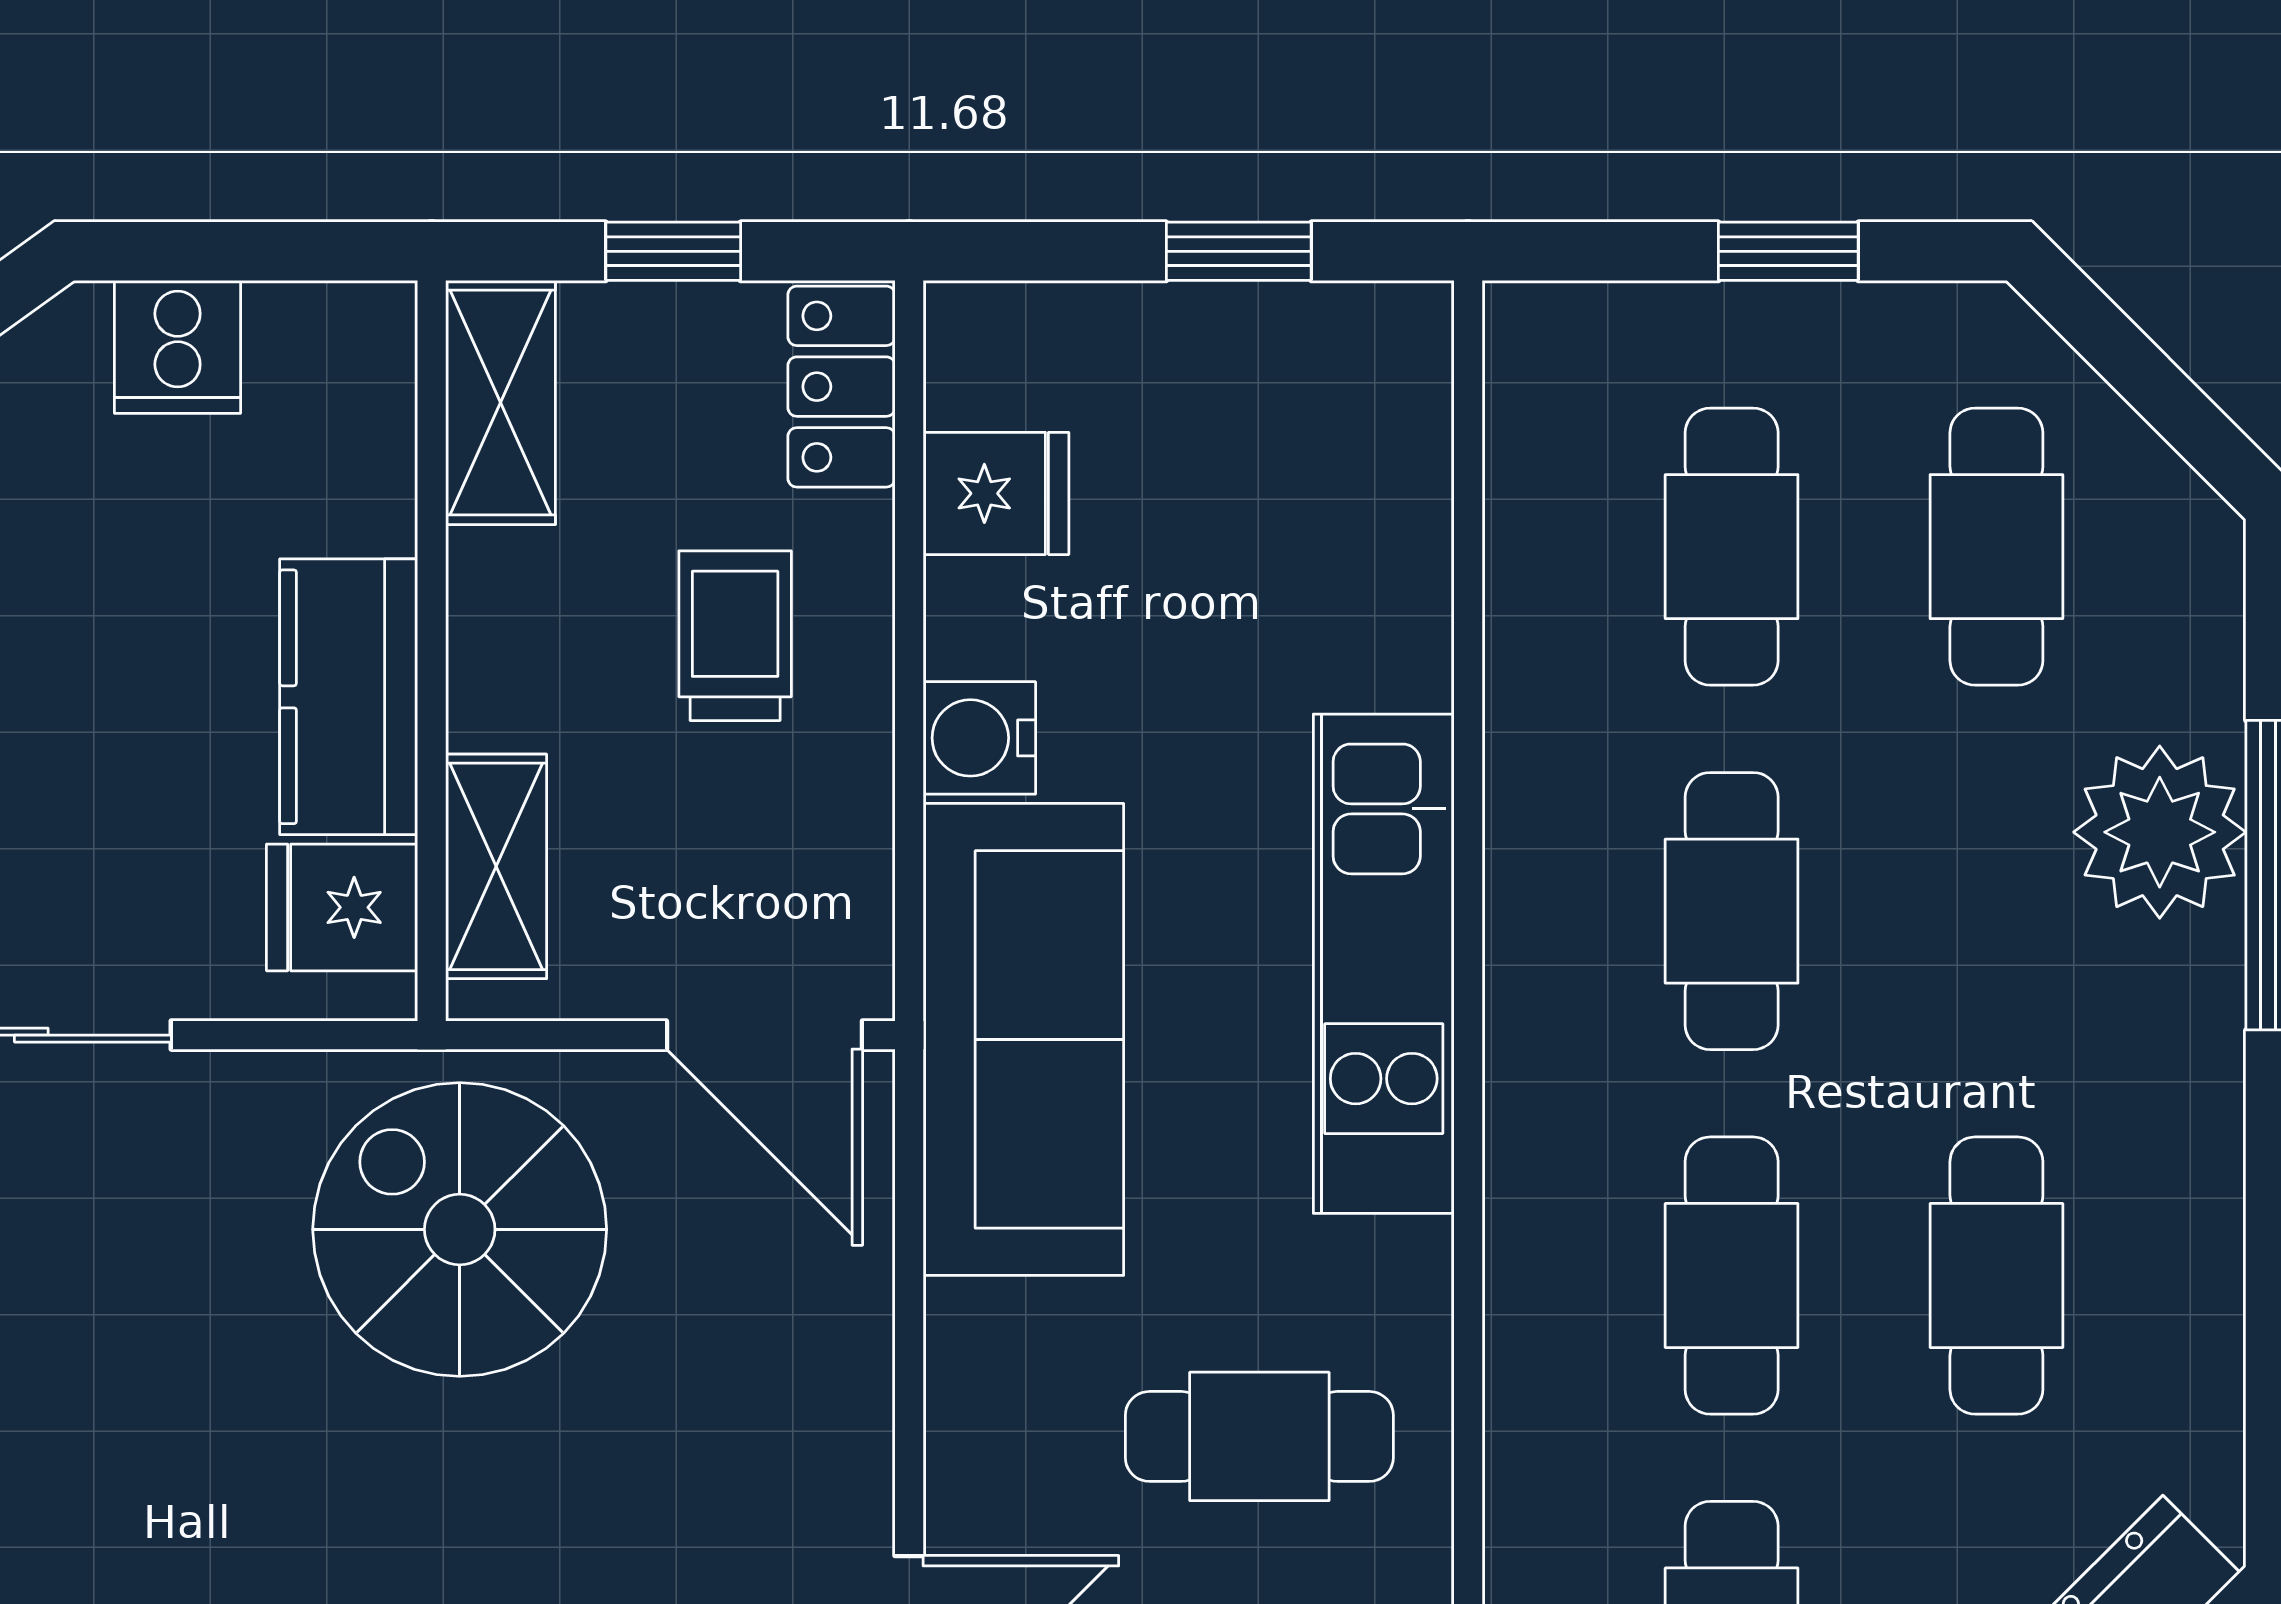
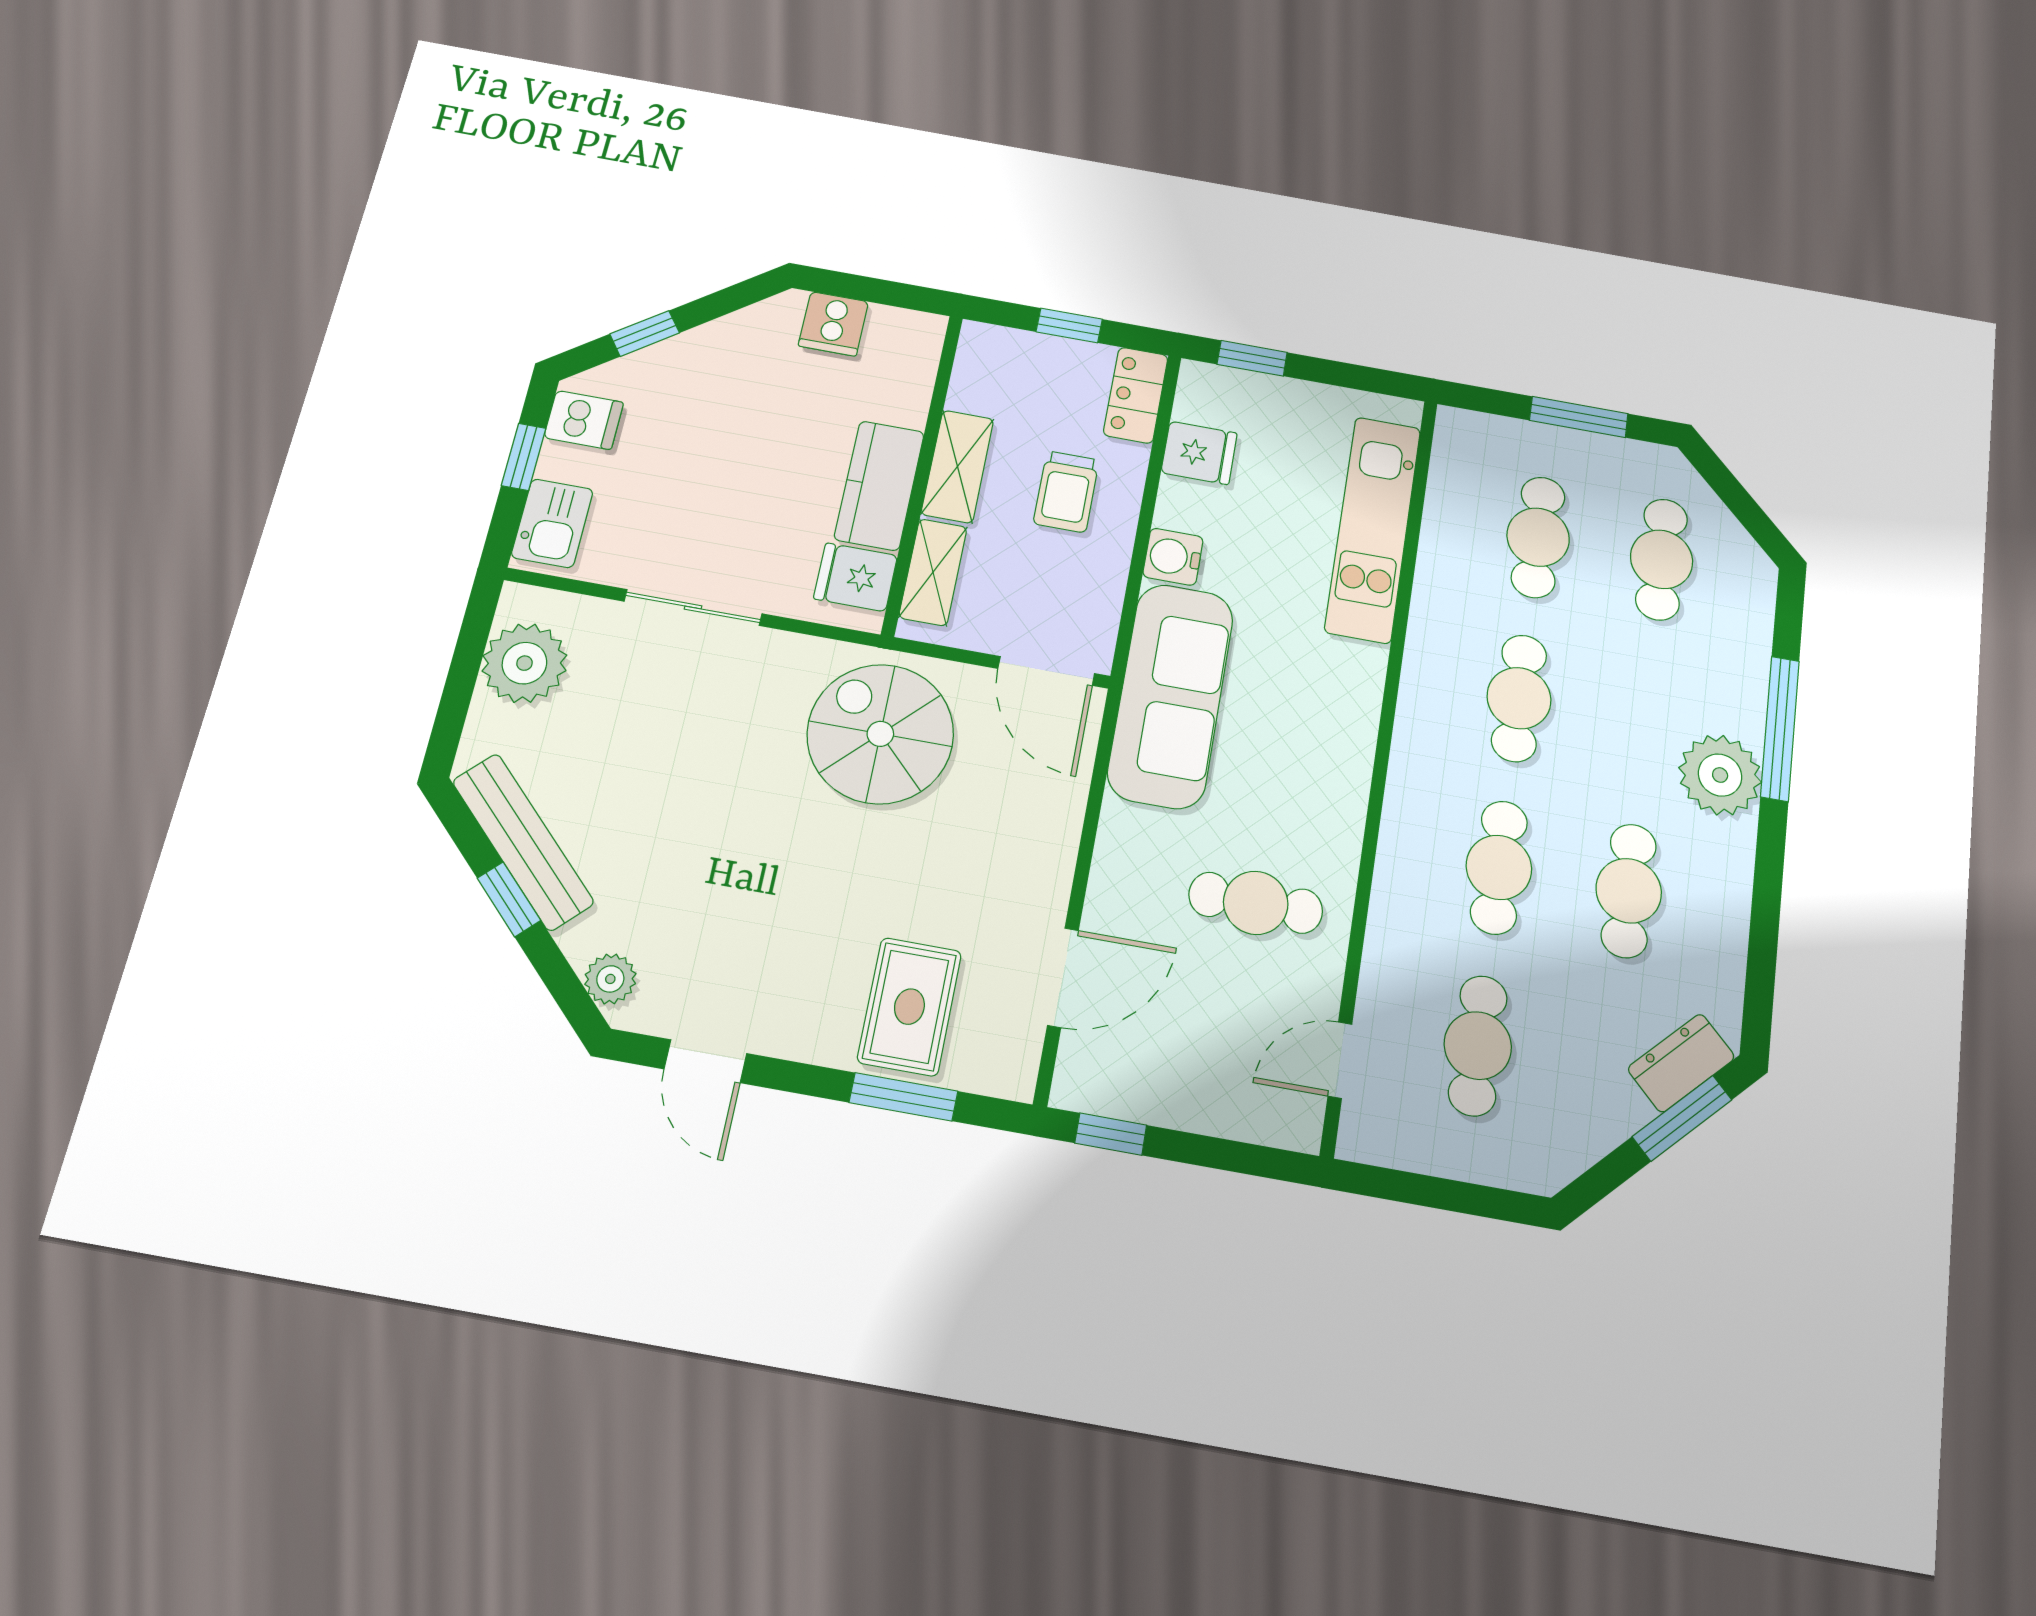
window: (1239, 251) -> (1252, 358), moved
window: (1788, 251) -> (1579, 417), width x1.50
shelving: (501, 403) -> (957, 467), moved
trolley: (735, 636) -> (1066, 492), turned 180
plant: (2160, 832) -> (1720, 775), moved
kitchen unit: (1384, 964) -> (1373, 529), moved

